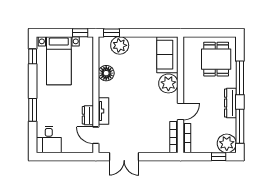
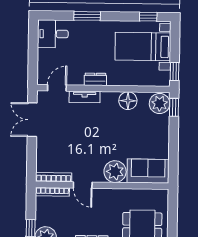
plant: (120, 45) -> (160, 104), moved
dresser: (88, 115) -> (95, 79), moved

